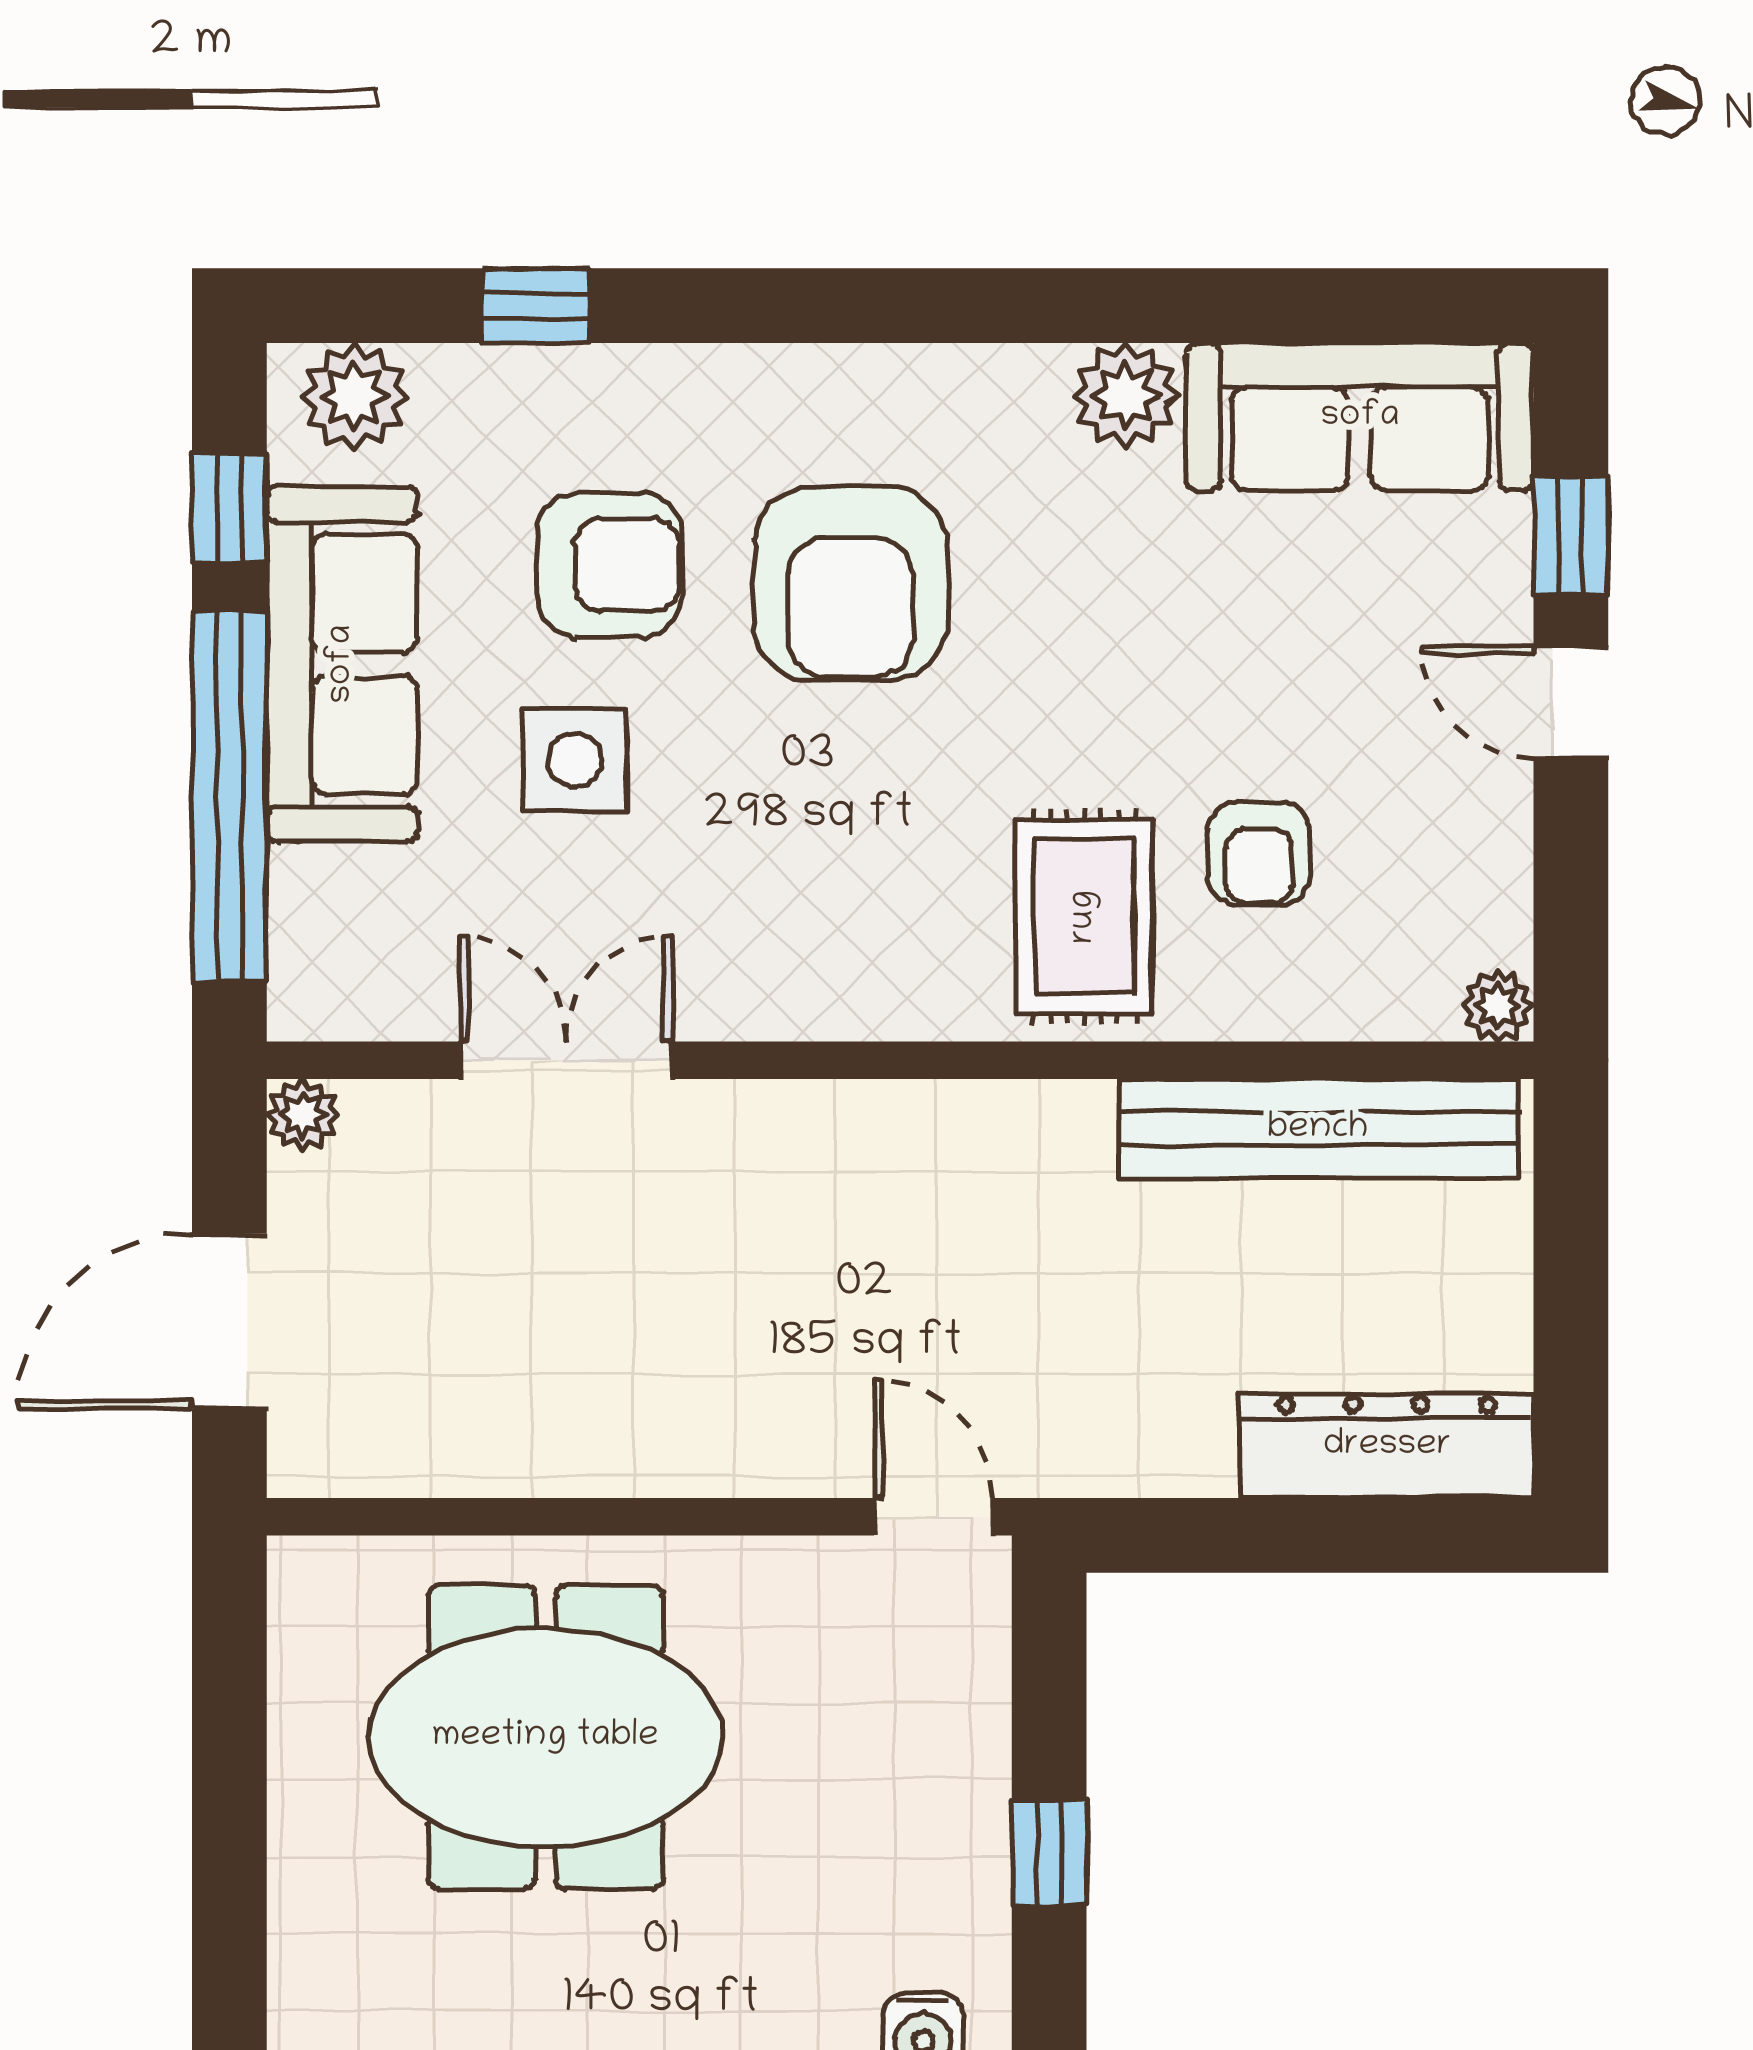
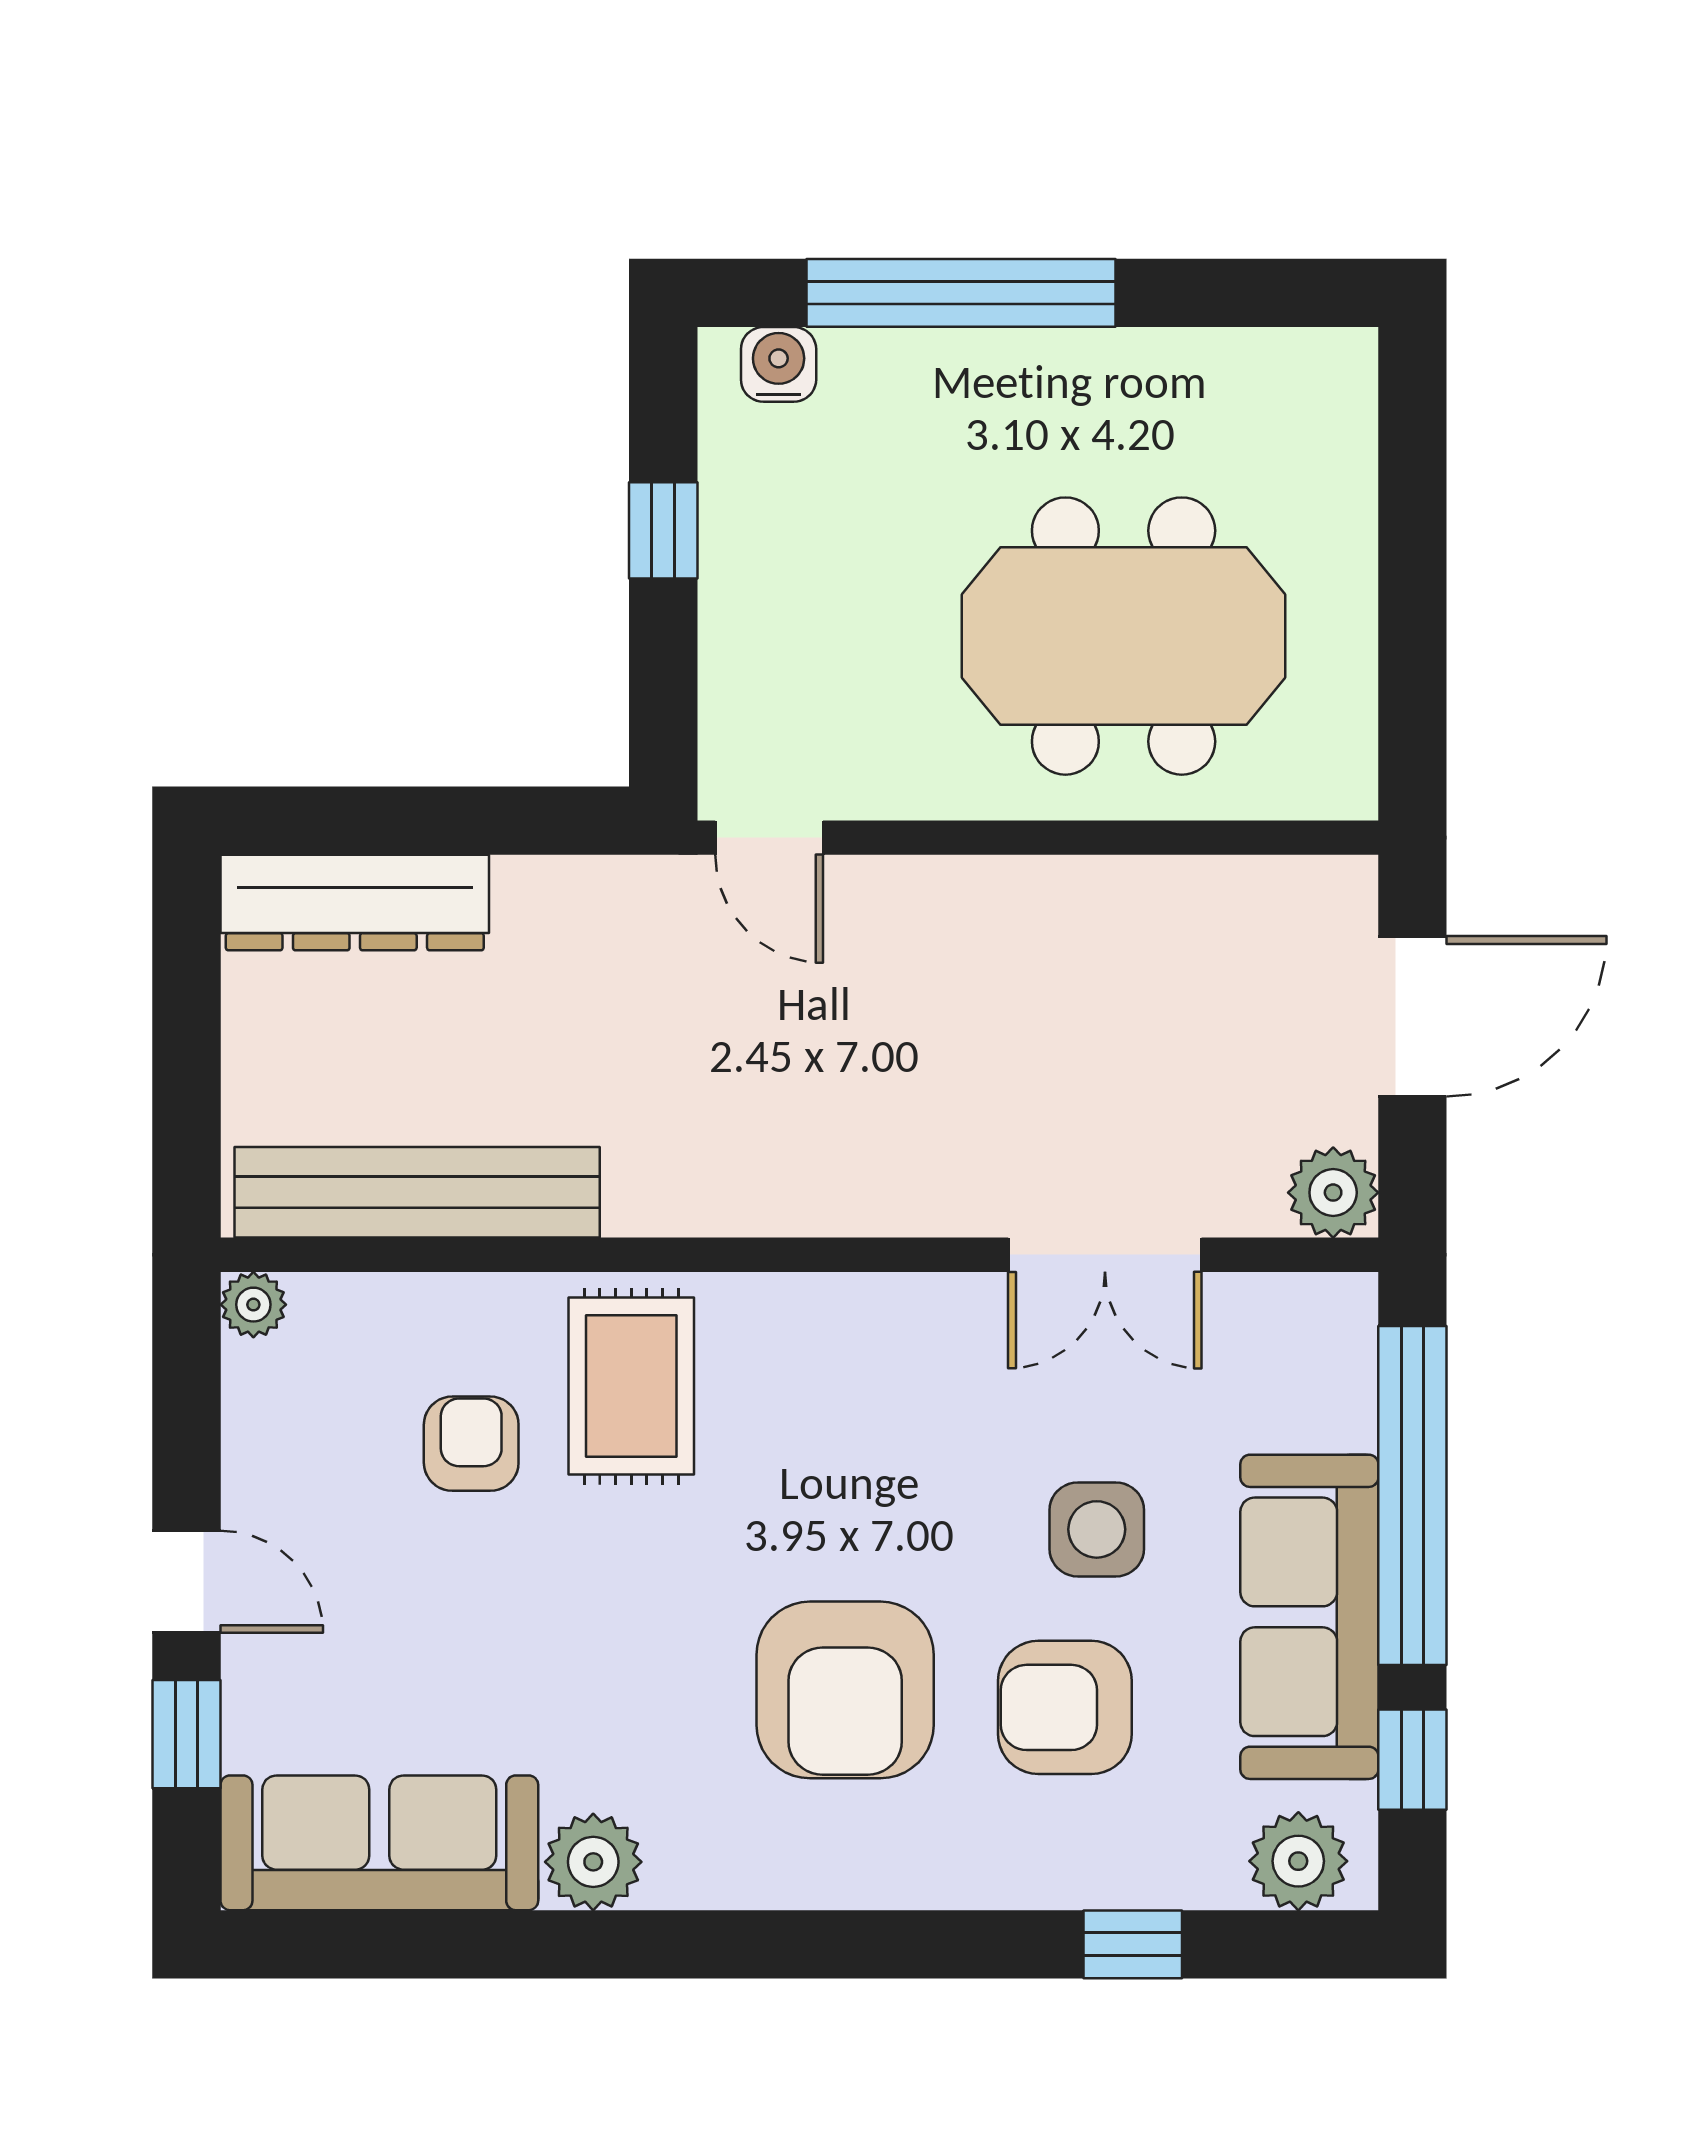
armchair: (850, 584) -> (845, 1690), turned 180
plant: (303, 1115) -> (1333, 1193), width x1.38, depth x1.38

